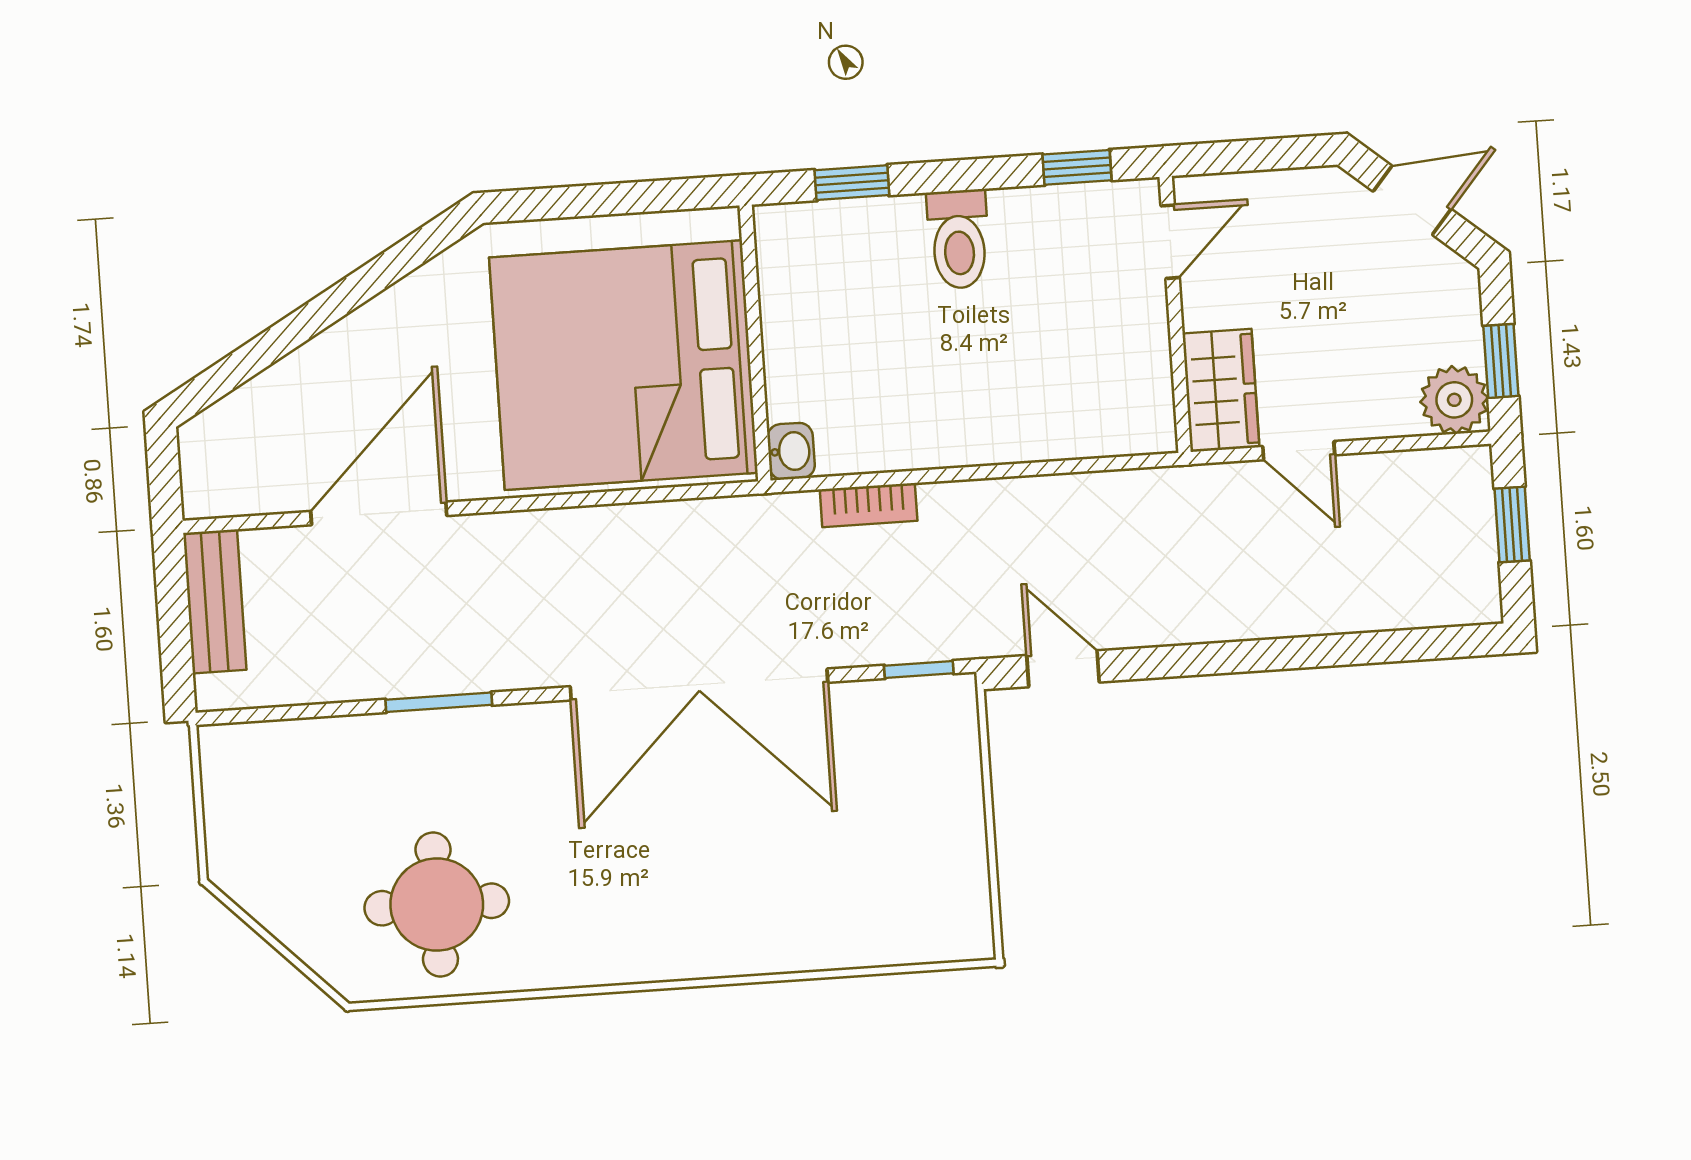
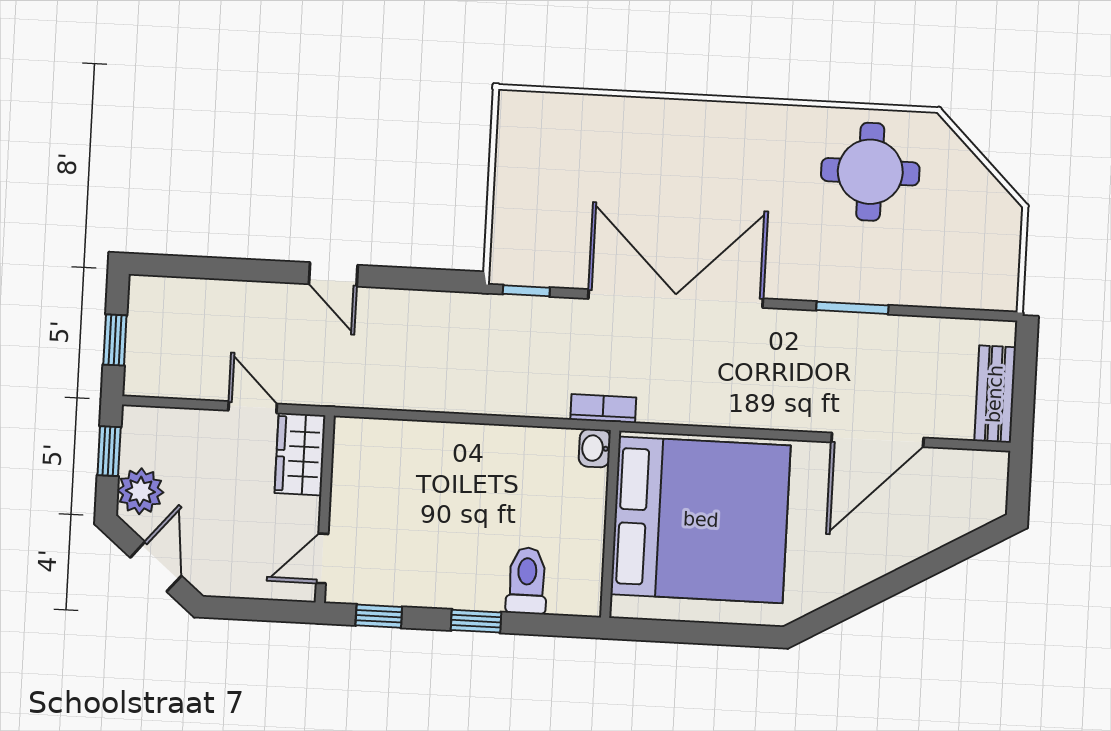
window: (852, 183) -> (476, 621), moved
door: (1412, 200) -> (156, 567), swing flipped
toilet: (959, 239) -> (527, 581), moved
plant: (1454, 400) -> (140, 491), moved
bookcase: (869, 505) -> (603, 409), moved
door: (1063, 669) -> (333, 274), moved

